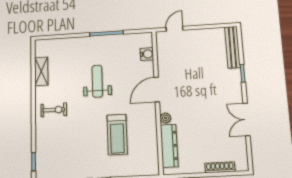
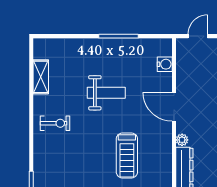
weight bench: (97, 81) -> (106, 93), turned 90
door: (157, 90) -> (174, 107), hinge flipped

